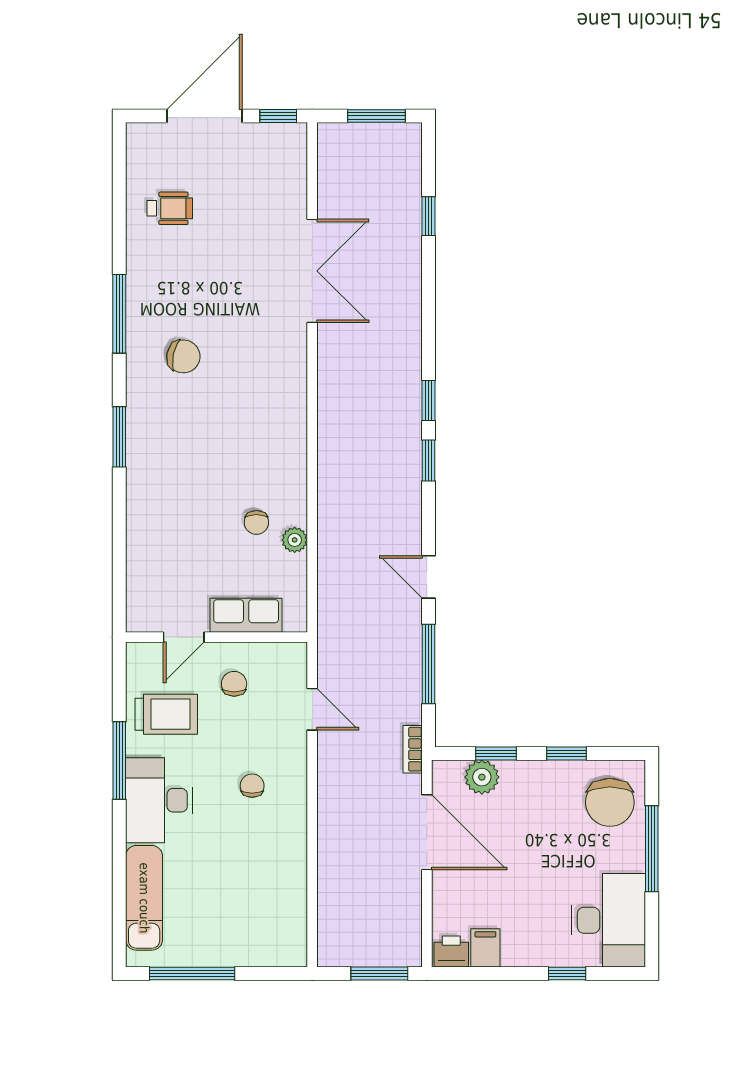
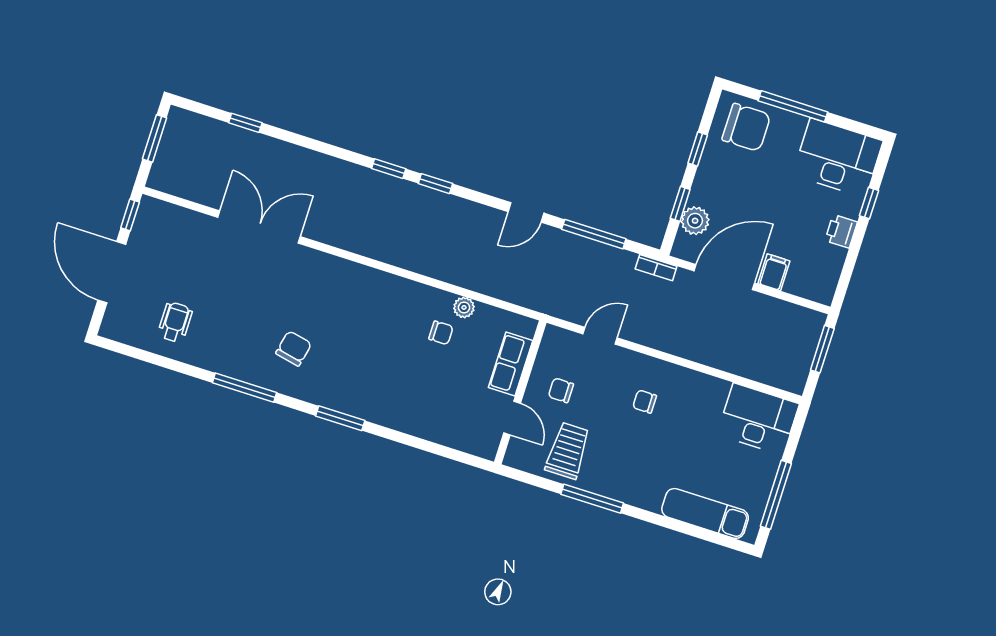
desk: (159, 800) -> (758, 419), moved, turned 180
filing cabinet: (485, 948) -> (774, 272), moved, turned 90
printer: (451, 952) -> (841, 231), moved

